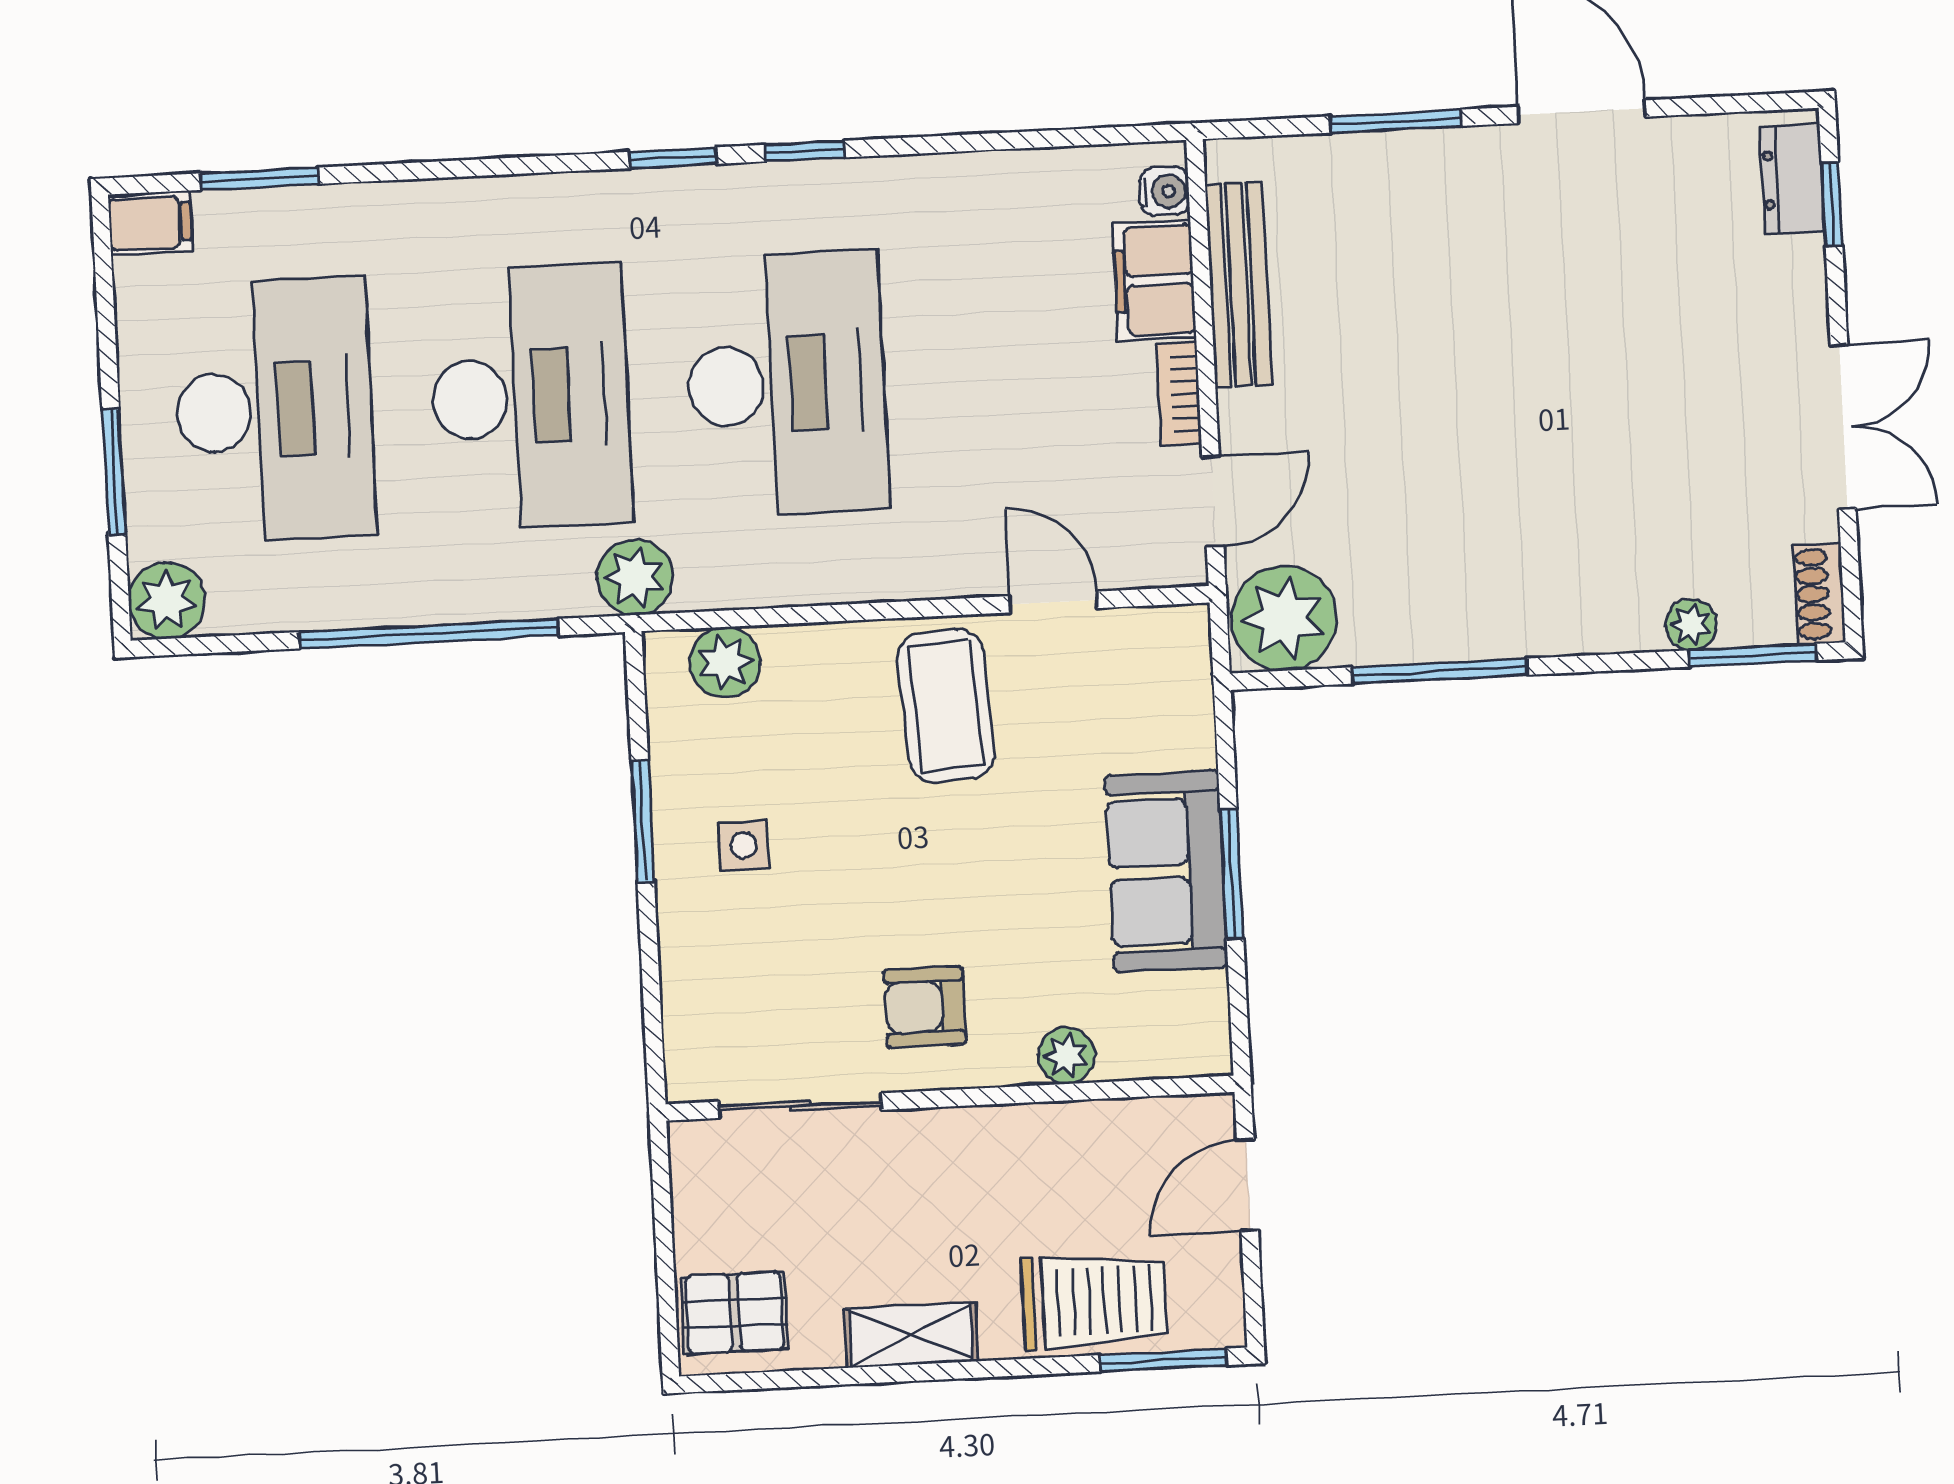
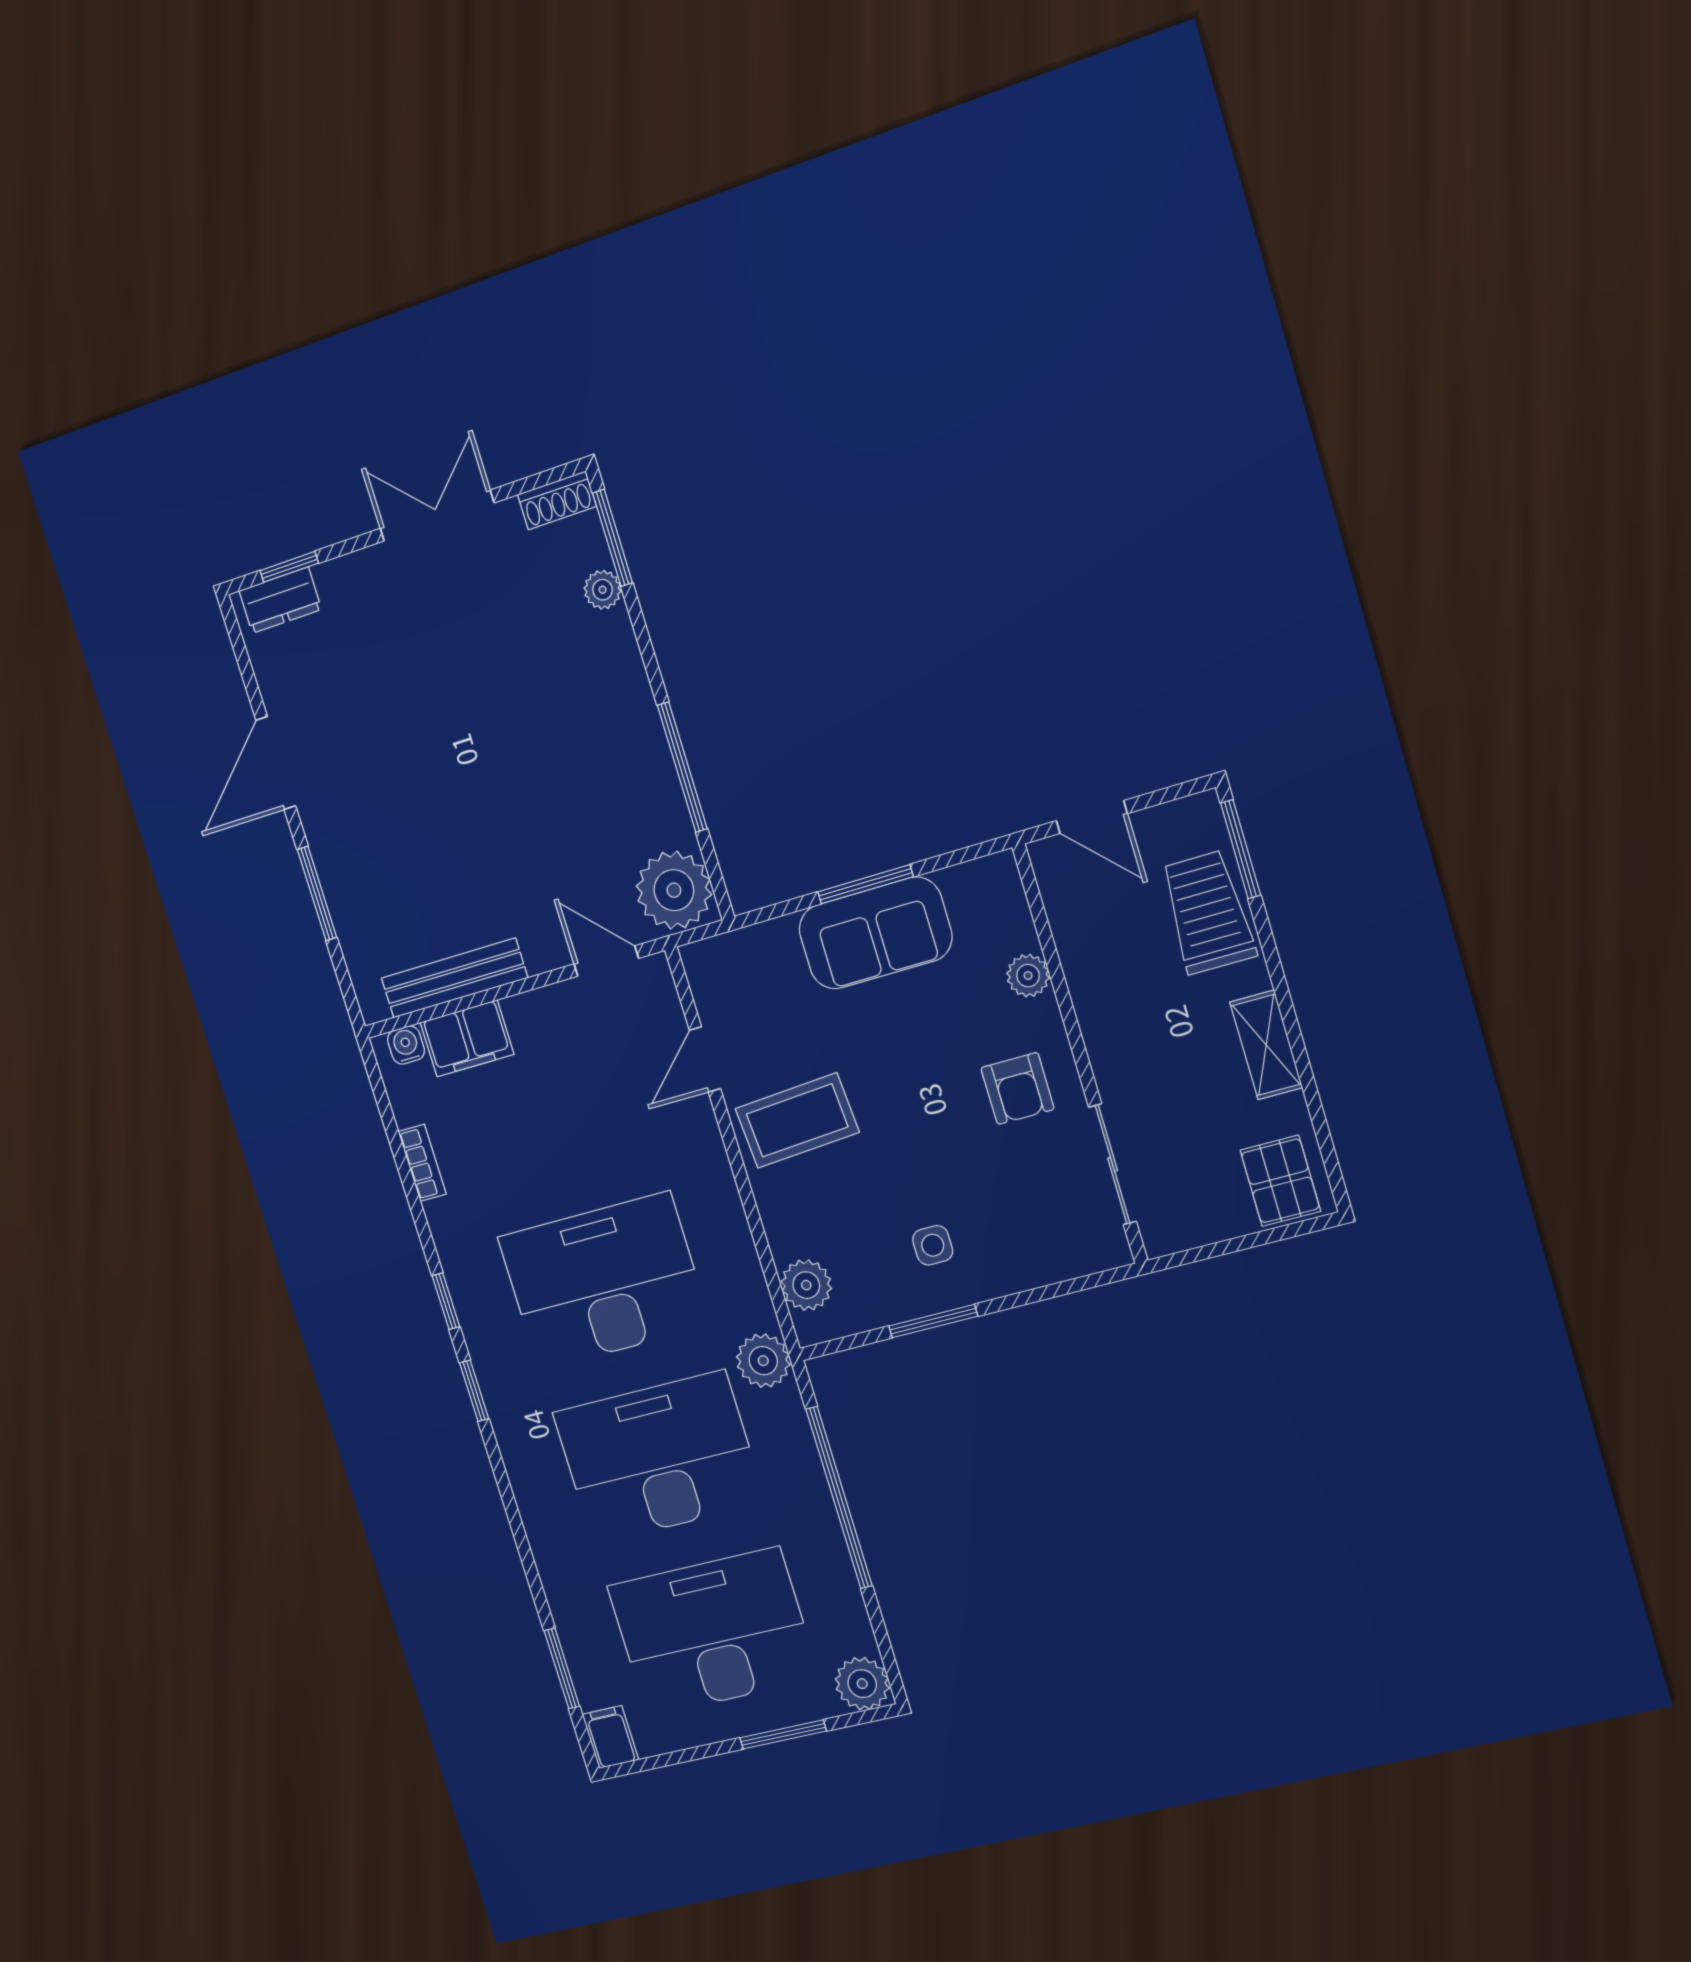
bookcase: (1179, 394) -> (422, 1163), moved, turned -90

